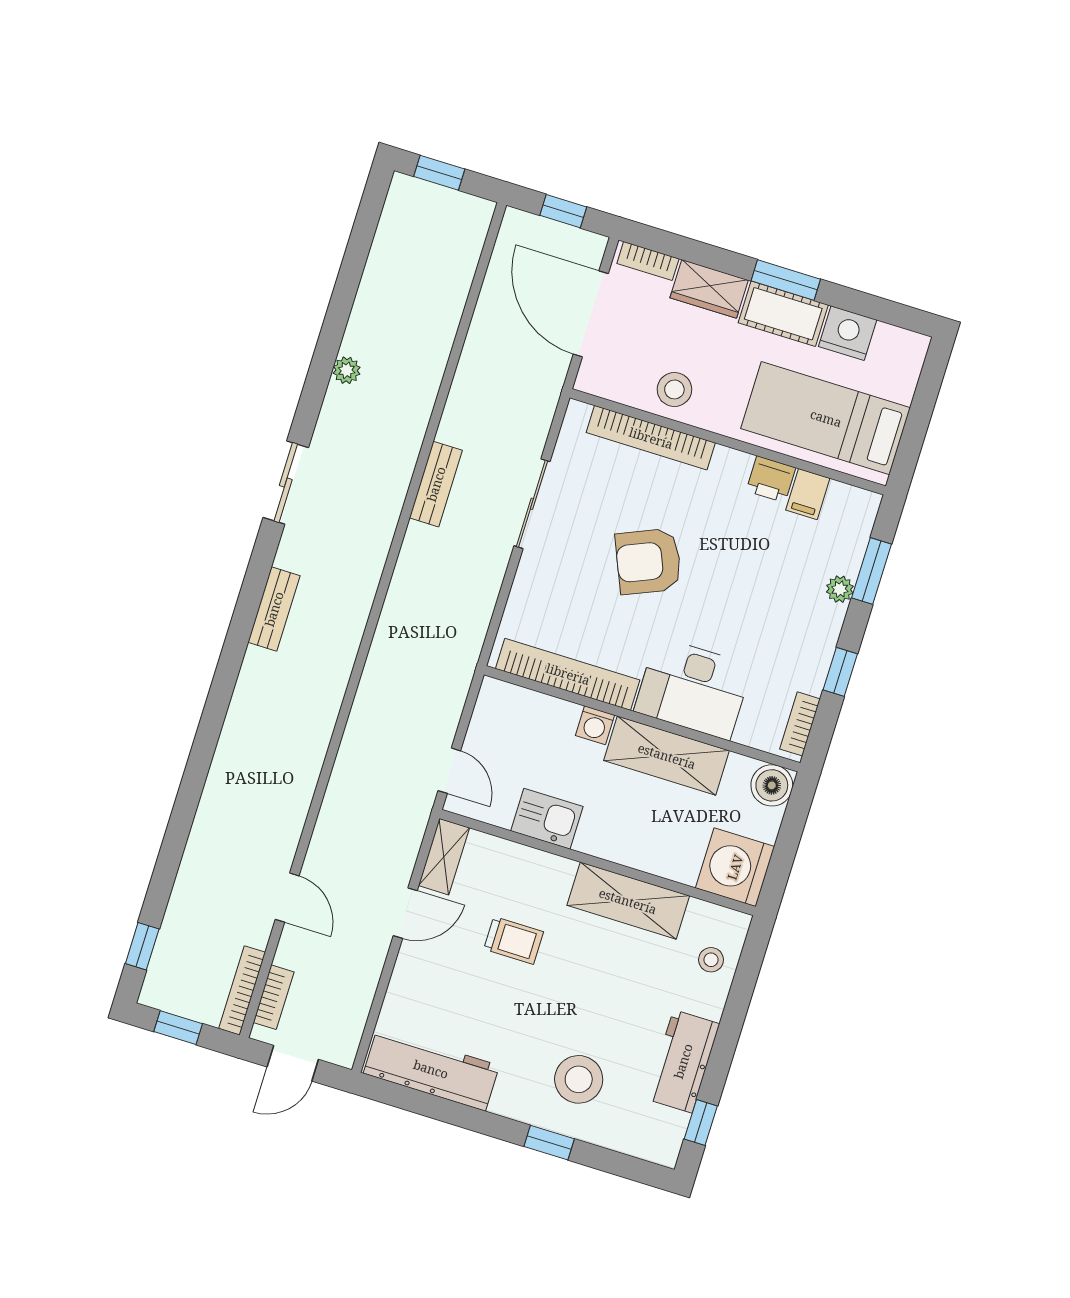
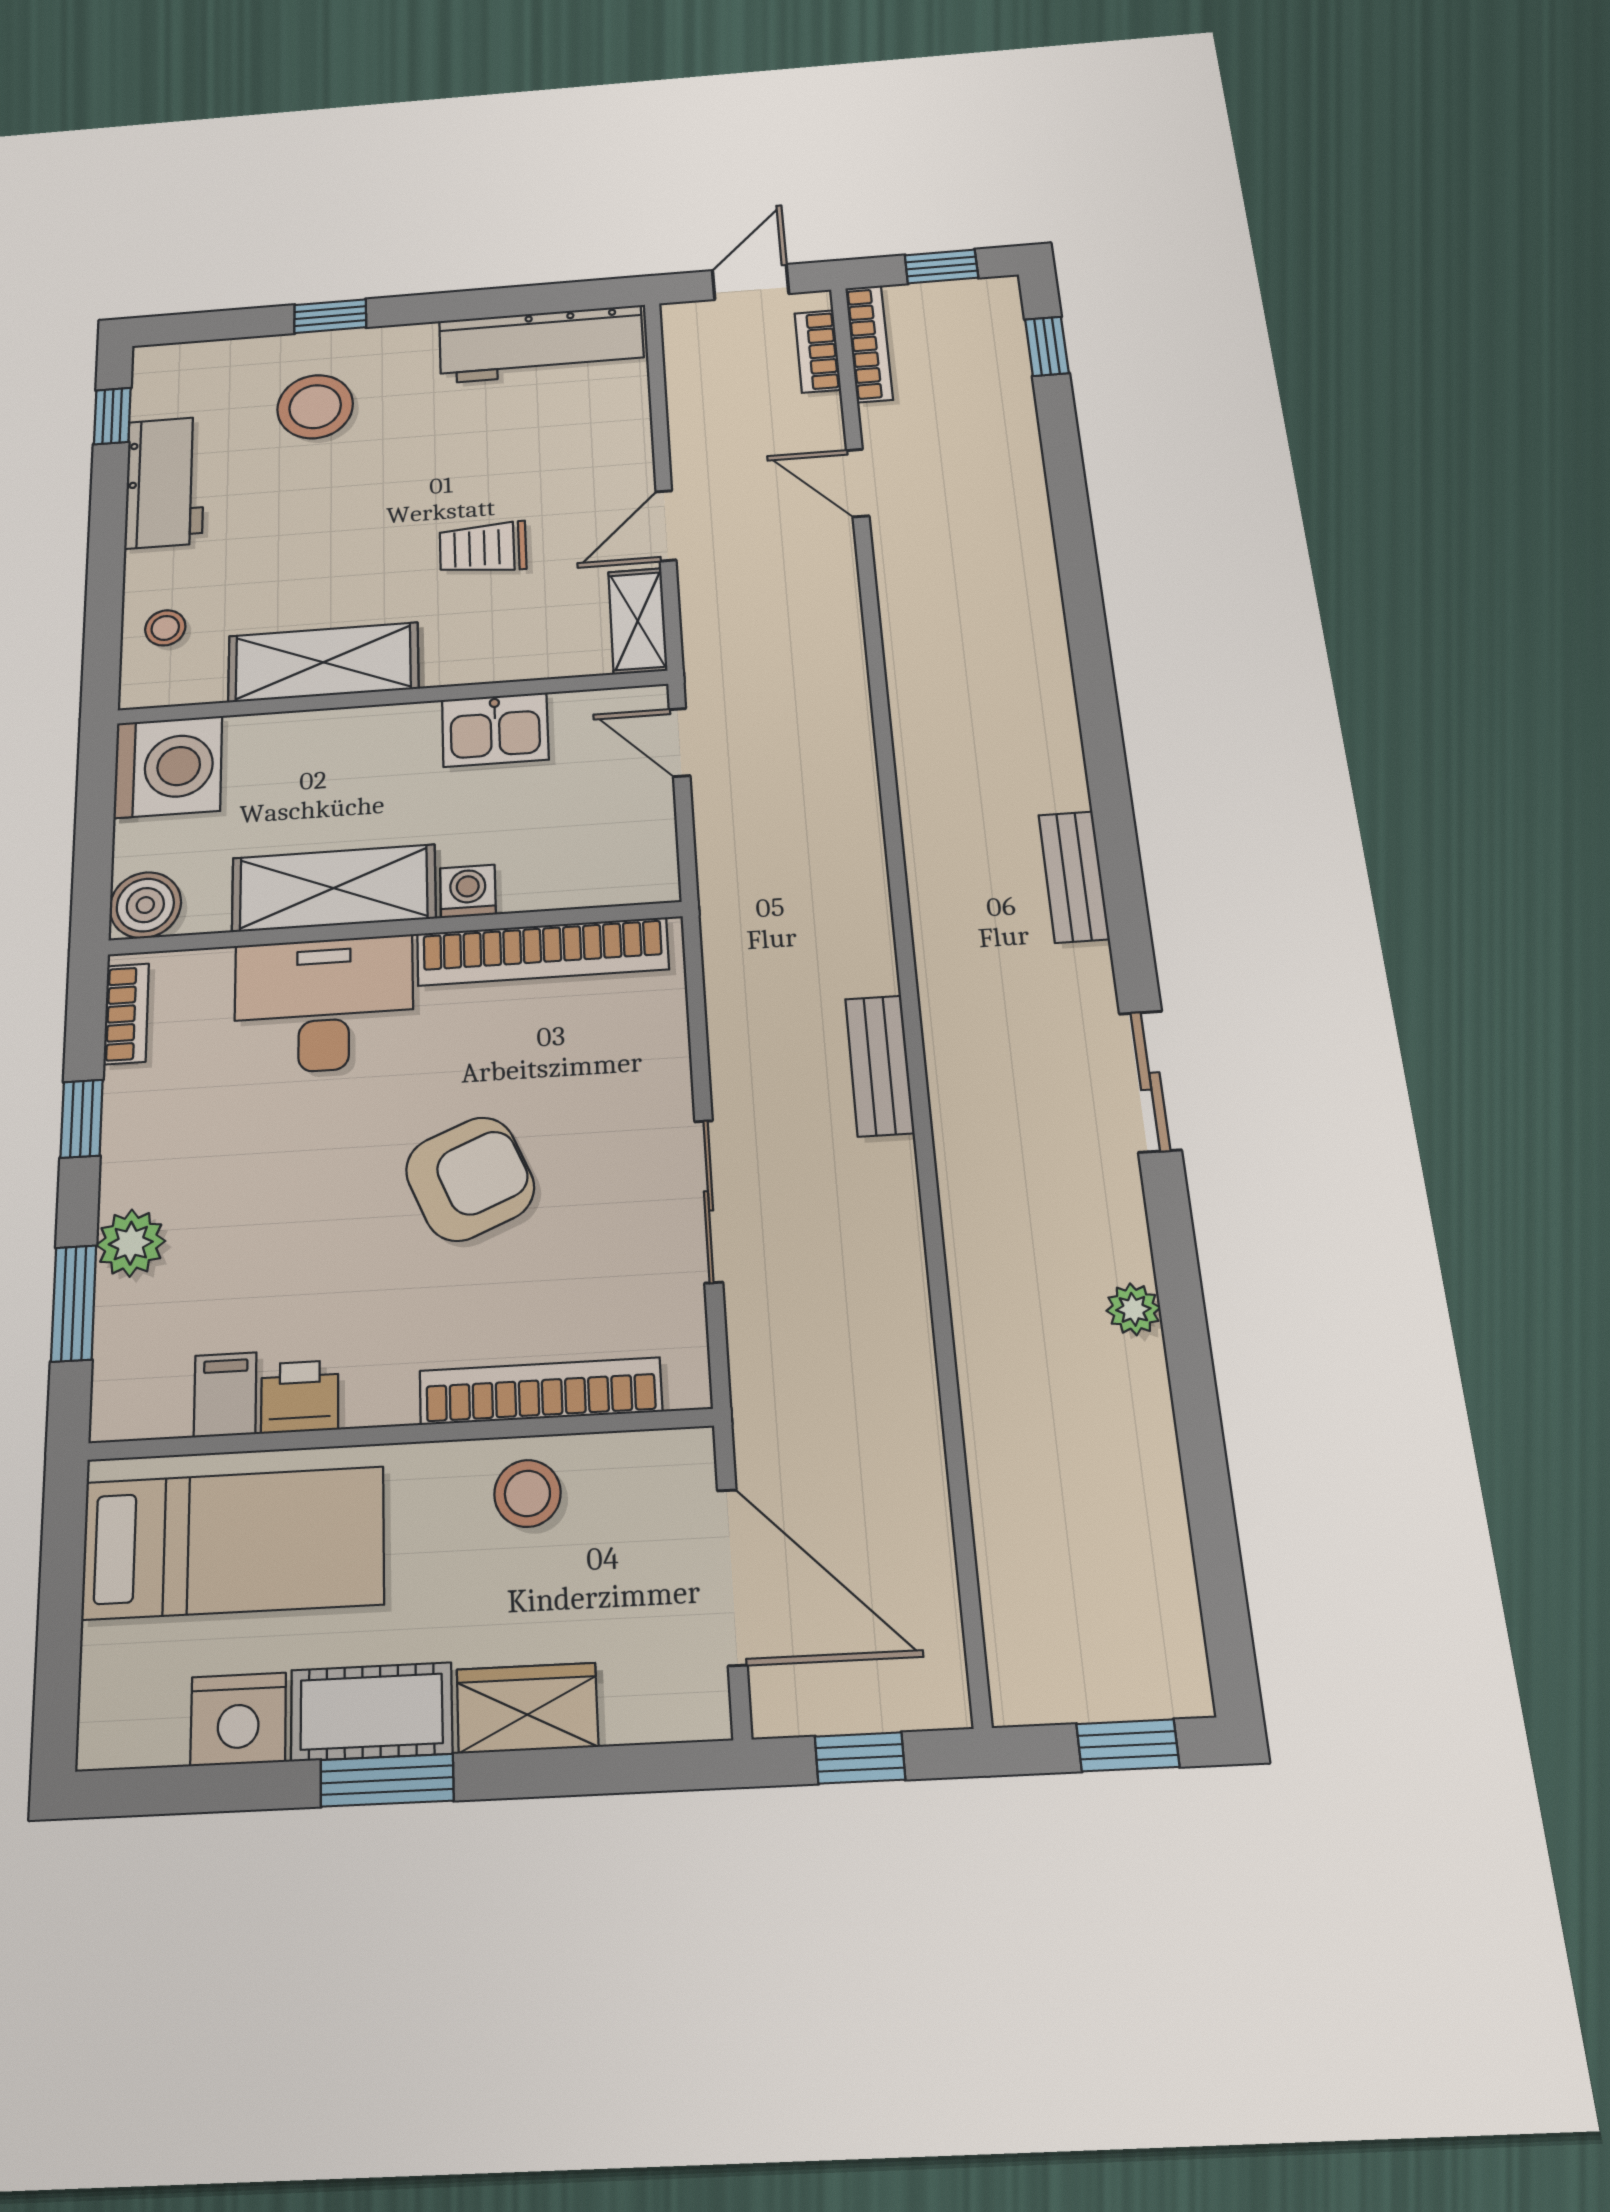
bookcase: (648, 261) -> (662, 1719), removed
bench: (436, 484) -> (880, 1065), moved
plant: (840, 589) -> (131, 1243), width x1.38, depth x1.38

